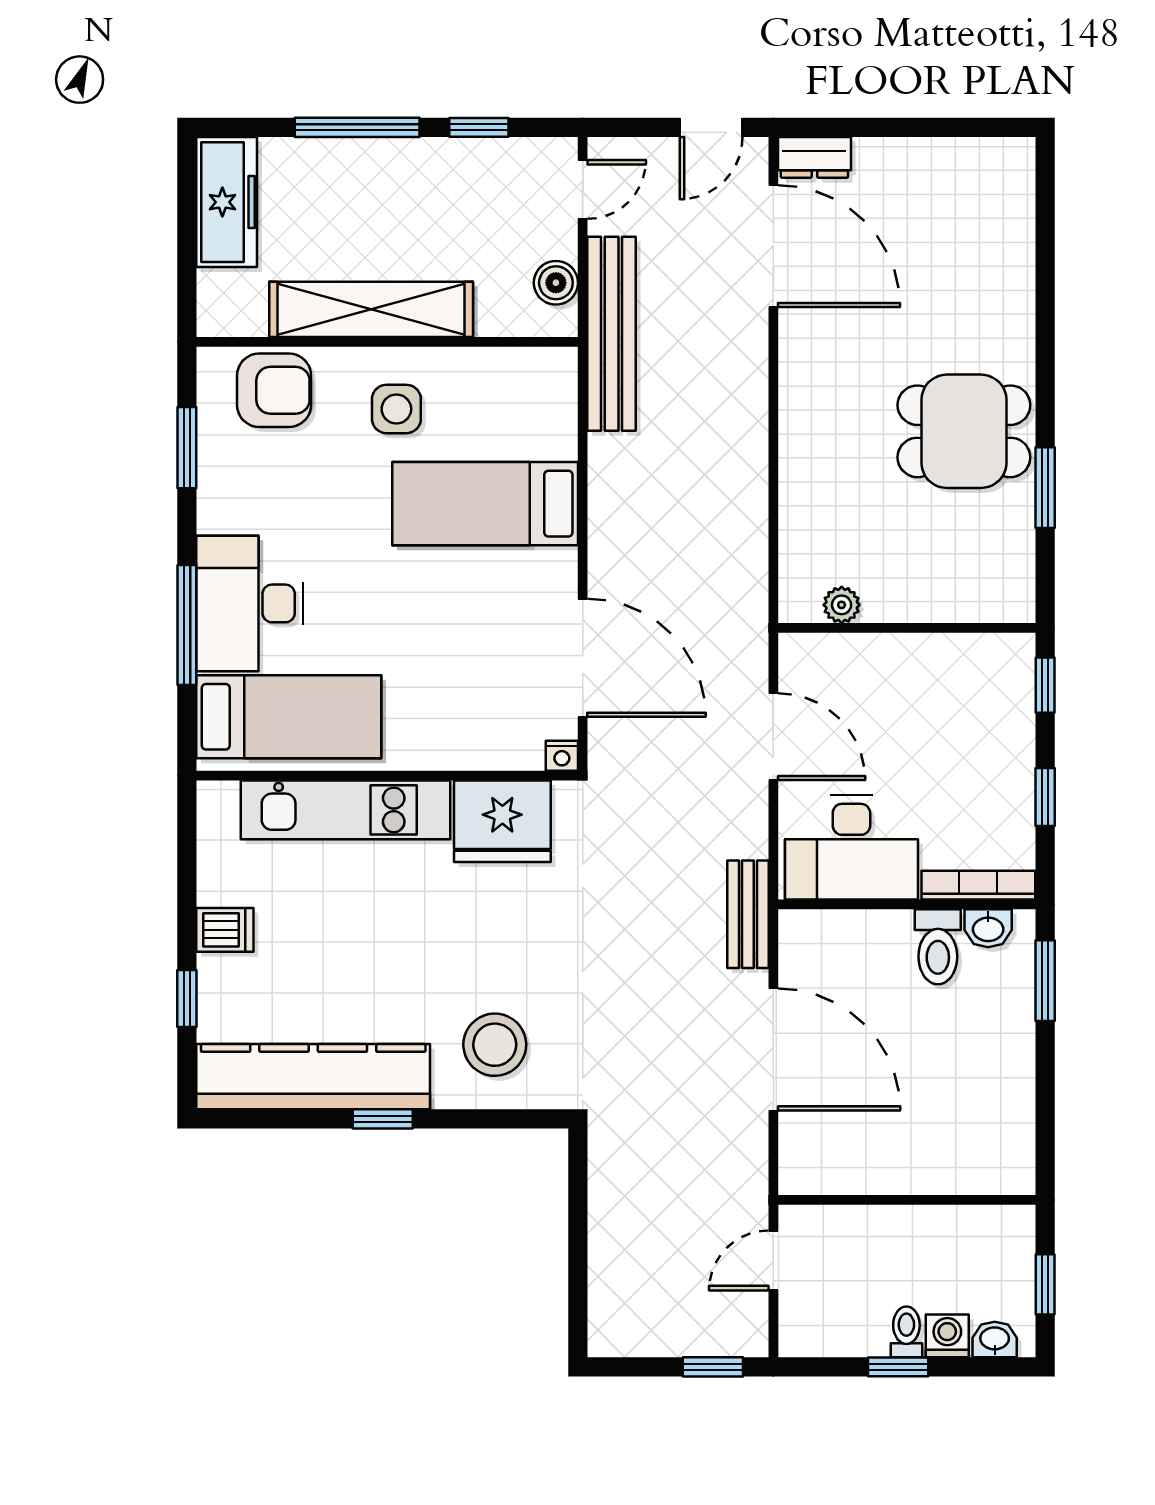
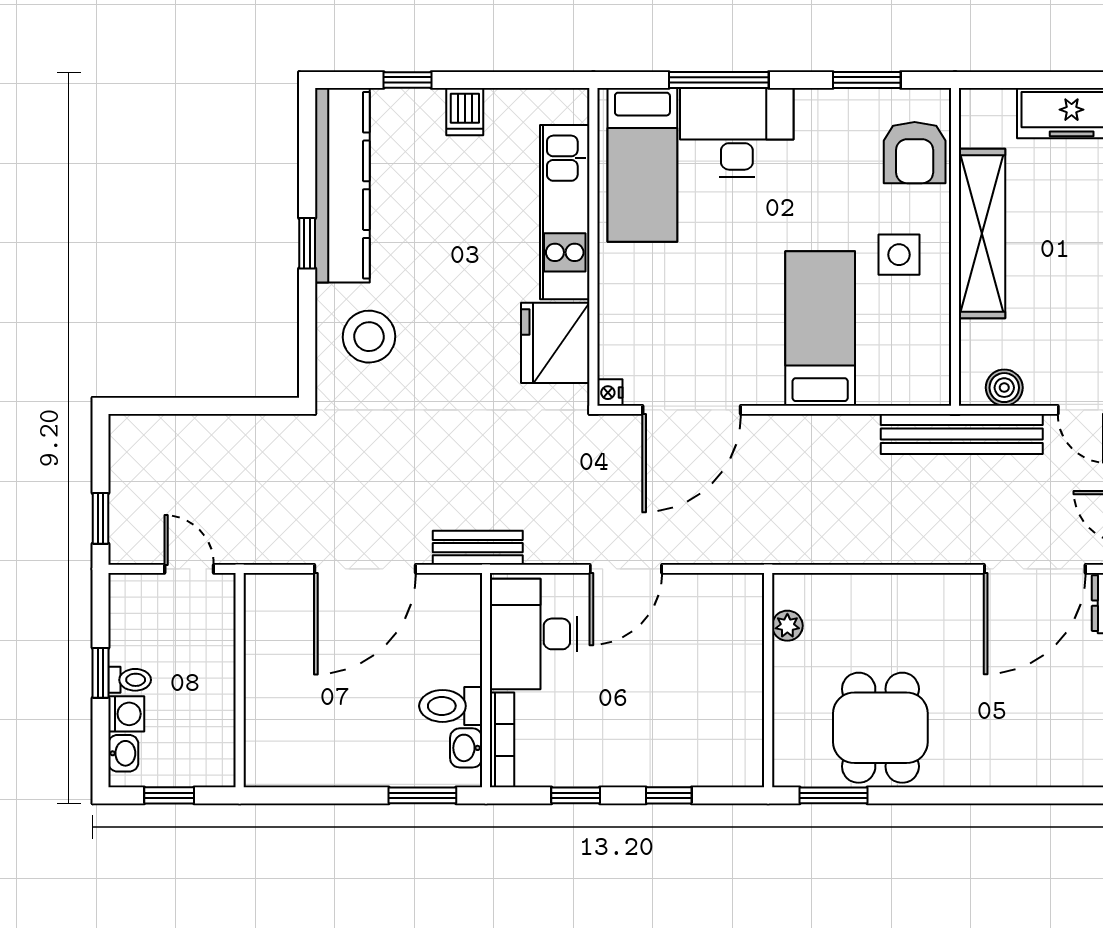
plant: (842, 605) -> (787, 626), moved
wall: (907, 628) -> (768, 680), moved

